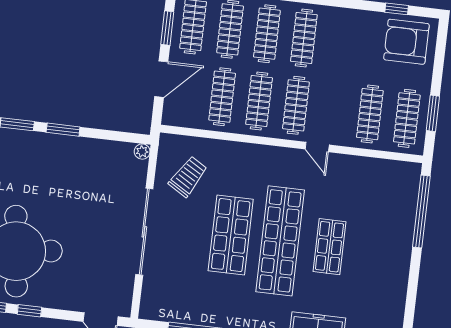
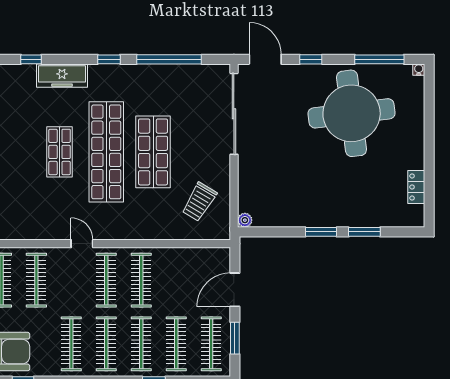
clothes rail: (222, 97) -> (71, 344), moved
sliding door: (144, 232) -> (234, 114), moved
window: (29, 311) -> (311, 59), moved

